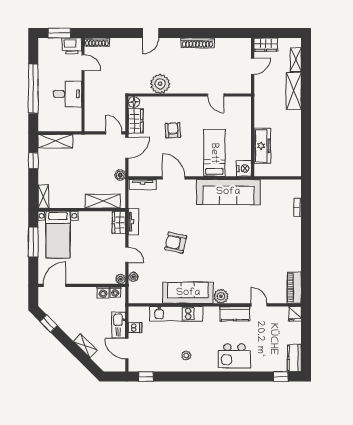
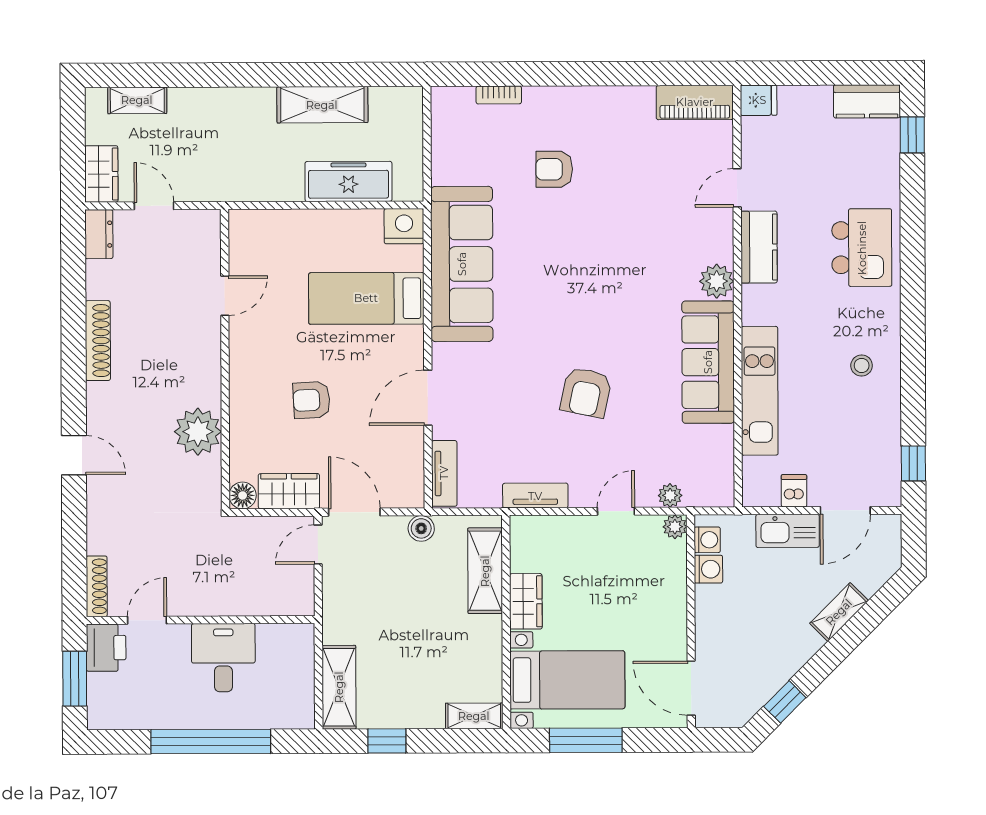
dresser: (241, 44) -> (99, 234), added
shelving: (294, 91) -> (322, 105), moved
wardrobe: (119, 223) -> (526, 601), moved, turned -90
armchair: (267, 230) -> (554, 169), added

